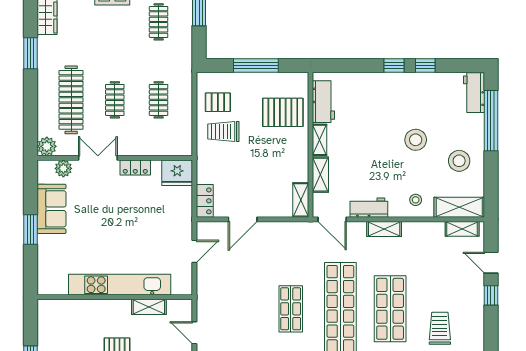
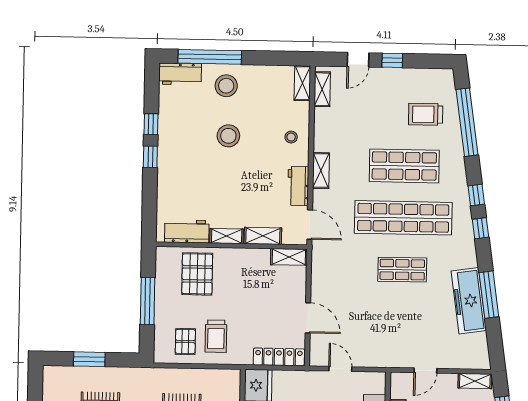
stool: (459, 161) -> (226, 86), moved
locker: (205, 201) -> (279, 357), width x1.53
shelving: (459, 207) -> (302, 83), width x0.67, depth x0.75
door: (332, 219) -> (310, 225), hinge flipped

